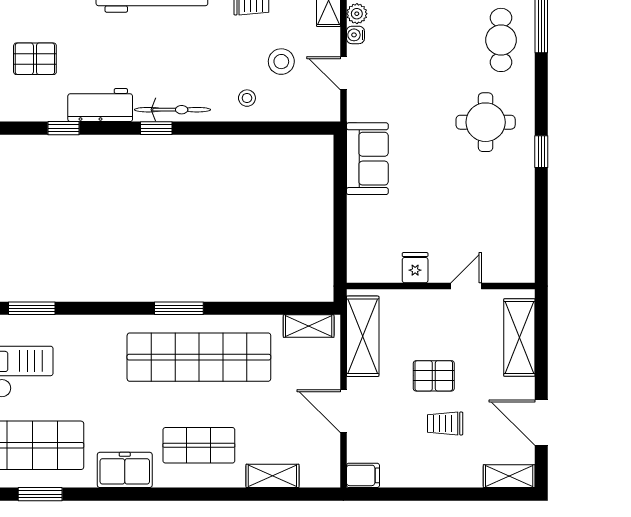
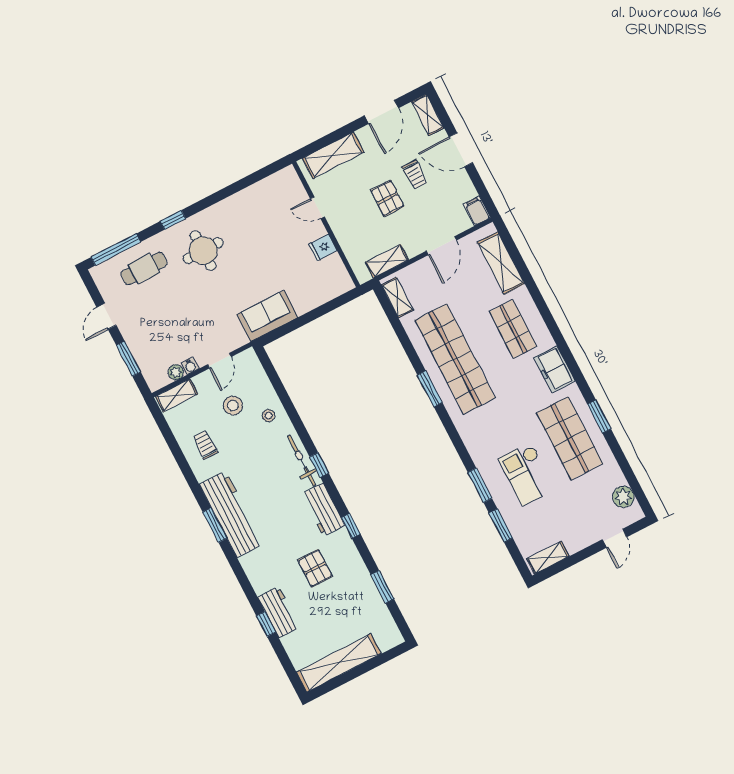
window: (541, 152) -> (173, 220), moved
shelving: (363, 336) -> (387, 261), width x0.67, depth x0.75
shelving: (272, 476) -> (501, 263), width x1.50, depth x1.33
door: (446, 494) -> (461, 150), added

